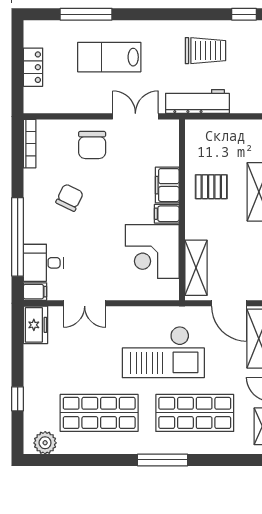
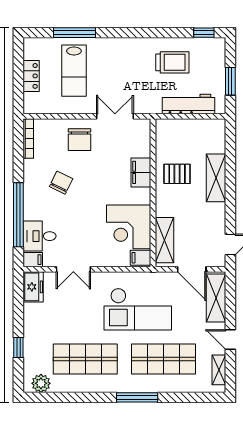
lab bench: (109, 57) -> (74, 71), moved, turned -90
workbench: (197, 101) -> (189, 104), moved
filing cabinet: (167, 214) -> (141, 258), moved

